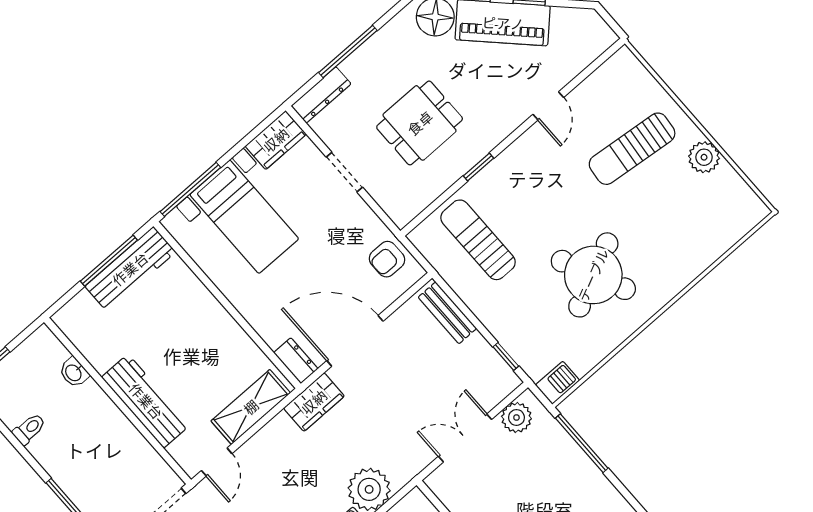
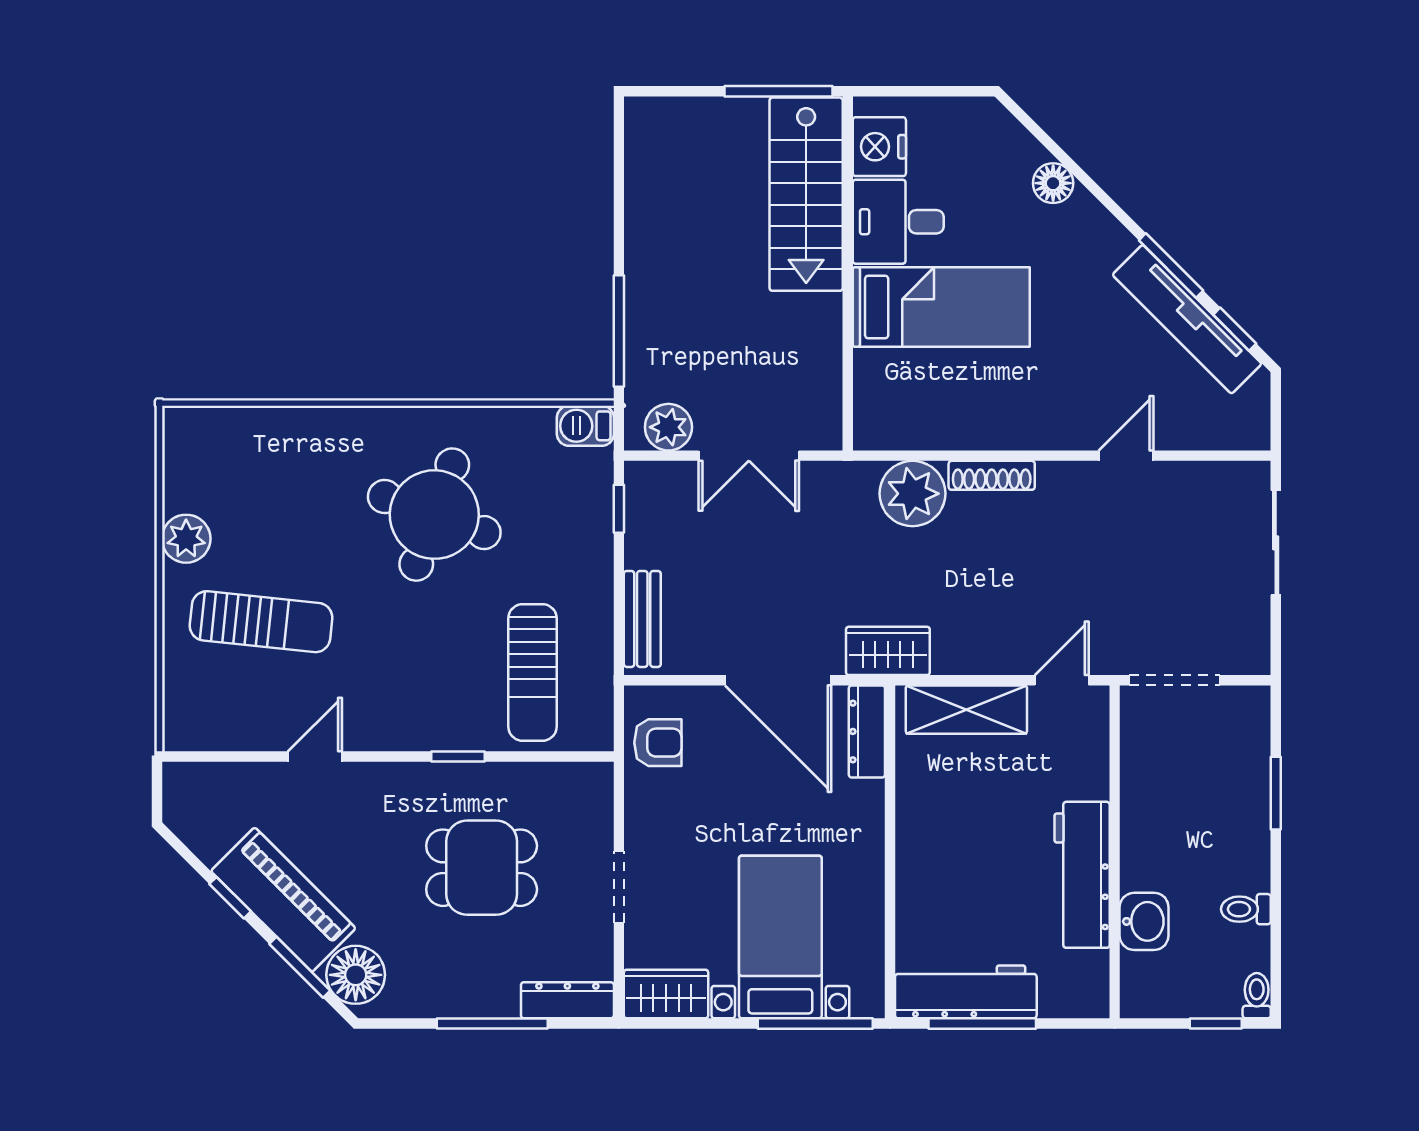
round table: (593, 275) -> (434, 515), turned 45
dresser: (296, 361) -> (867, 731), width x1.44
washbasin: (74, 372) -> (1144, 921), width x1.38, depth x1.45
workbench: (146, 401) -> (1082, 875), moved

